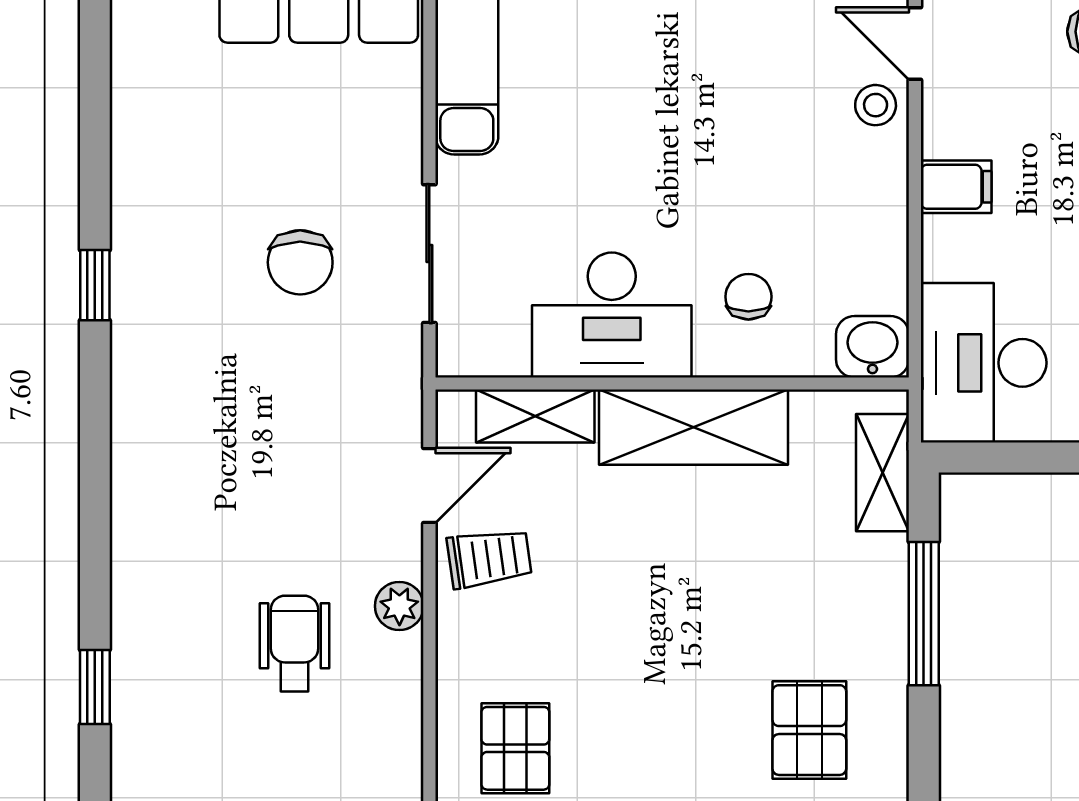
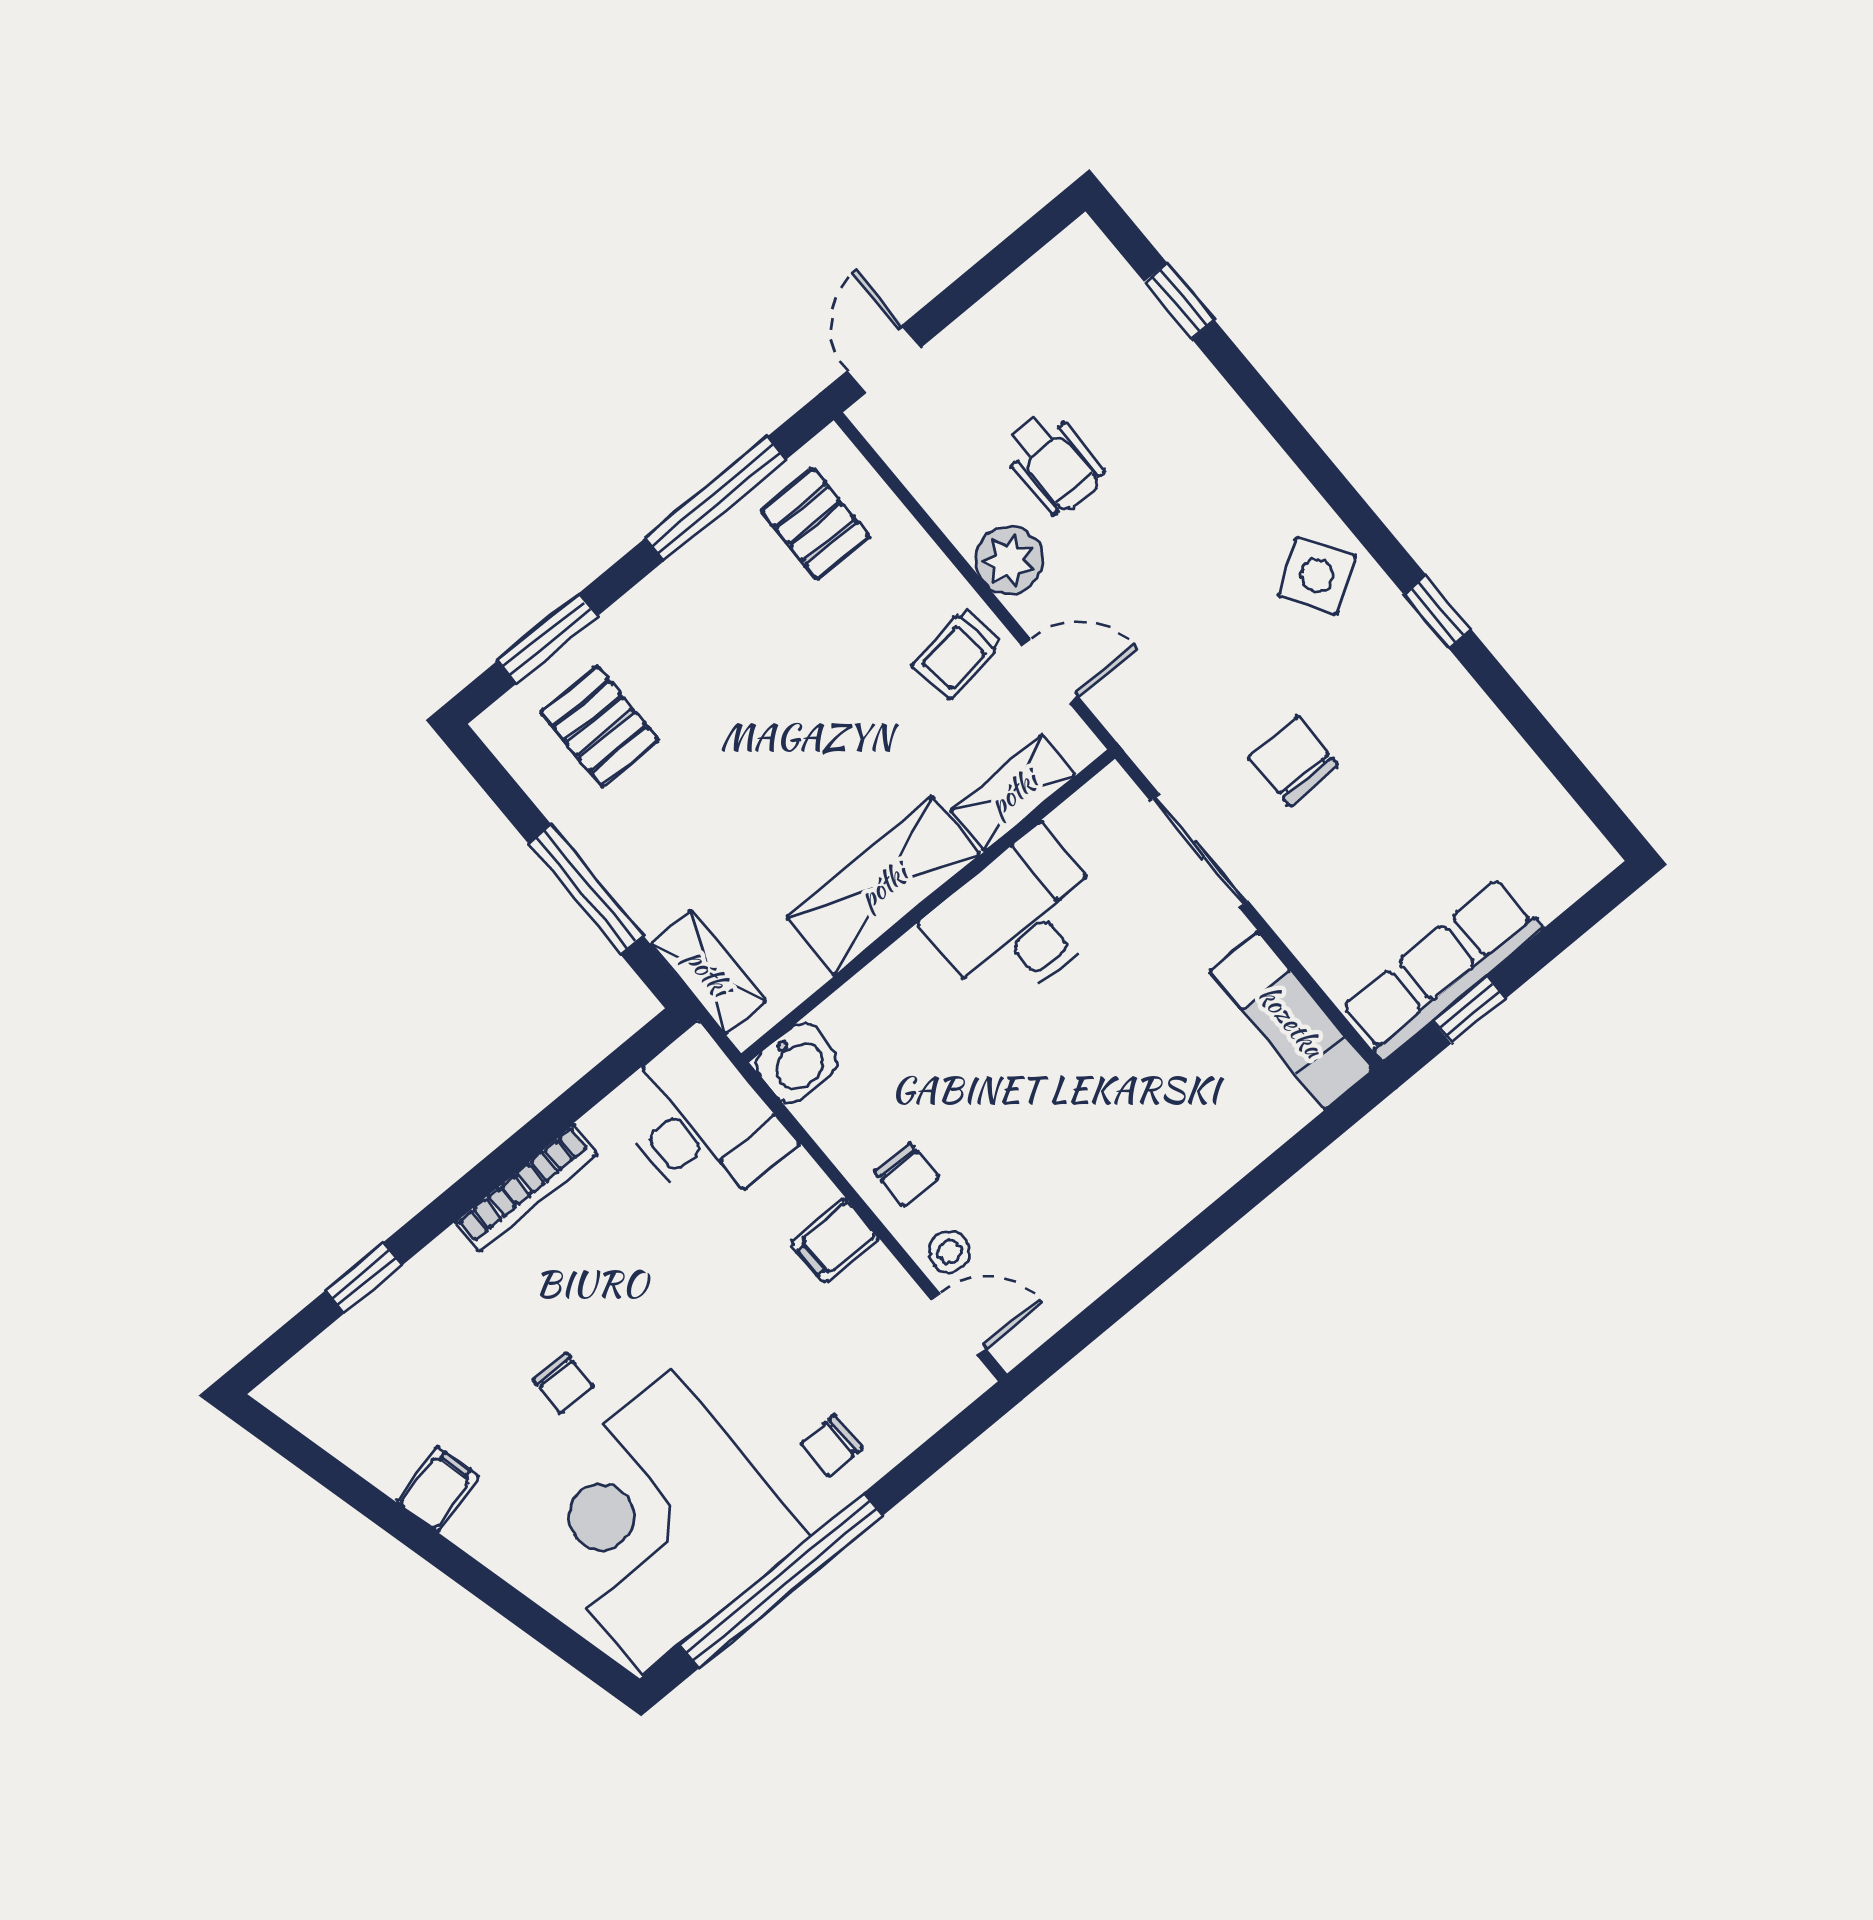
chair: (748, 297) -> (906, 1174), moved
side table: (164, 389) -> (1317, 576), added
door: (429, 486) -> (1050, 671), swing flipped
plant: (399, 606) -> (1009, 560), width x1.38, depth x1.38

